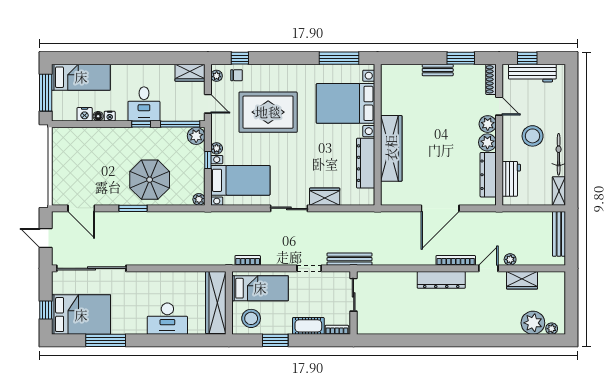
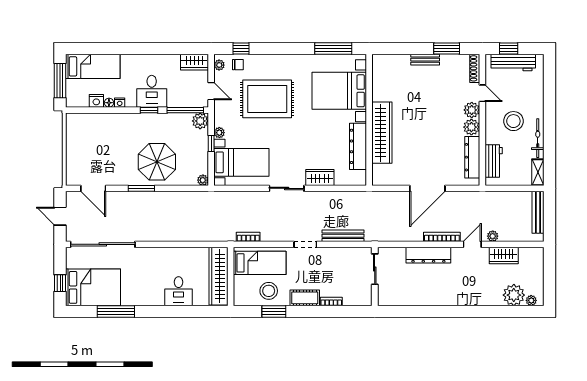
sliding door: (354, 295) -> (375, 269), moved
wall: (354, 303) -> (375, 277), moved
stool: (251, 318) -> (269, 291), moved
desk: (167, 319) -> (179, 291), width x0.73

